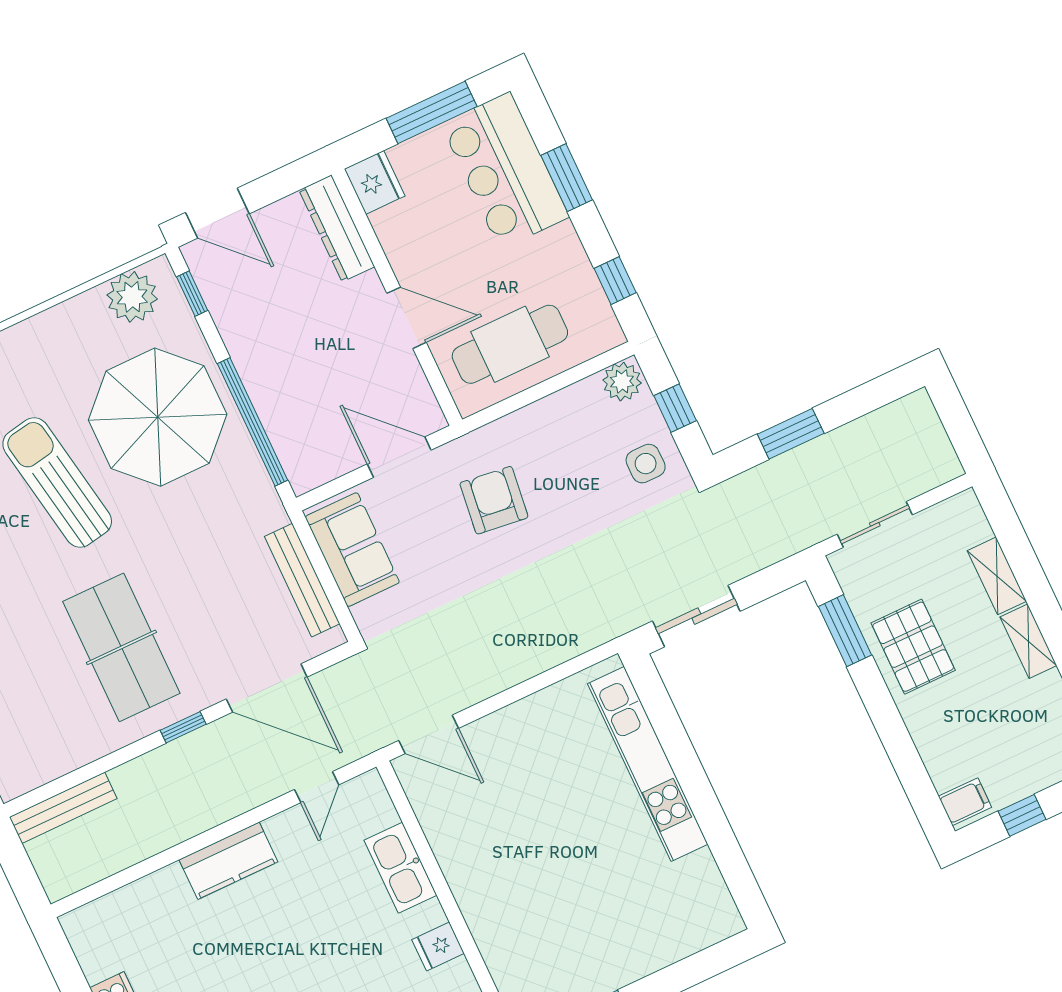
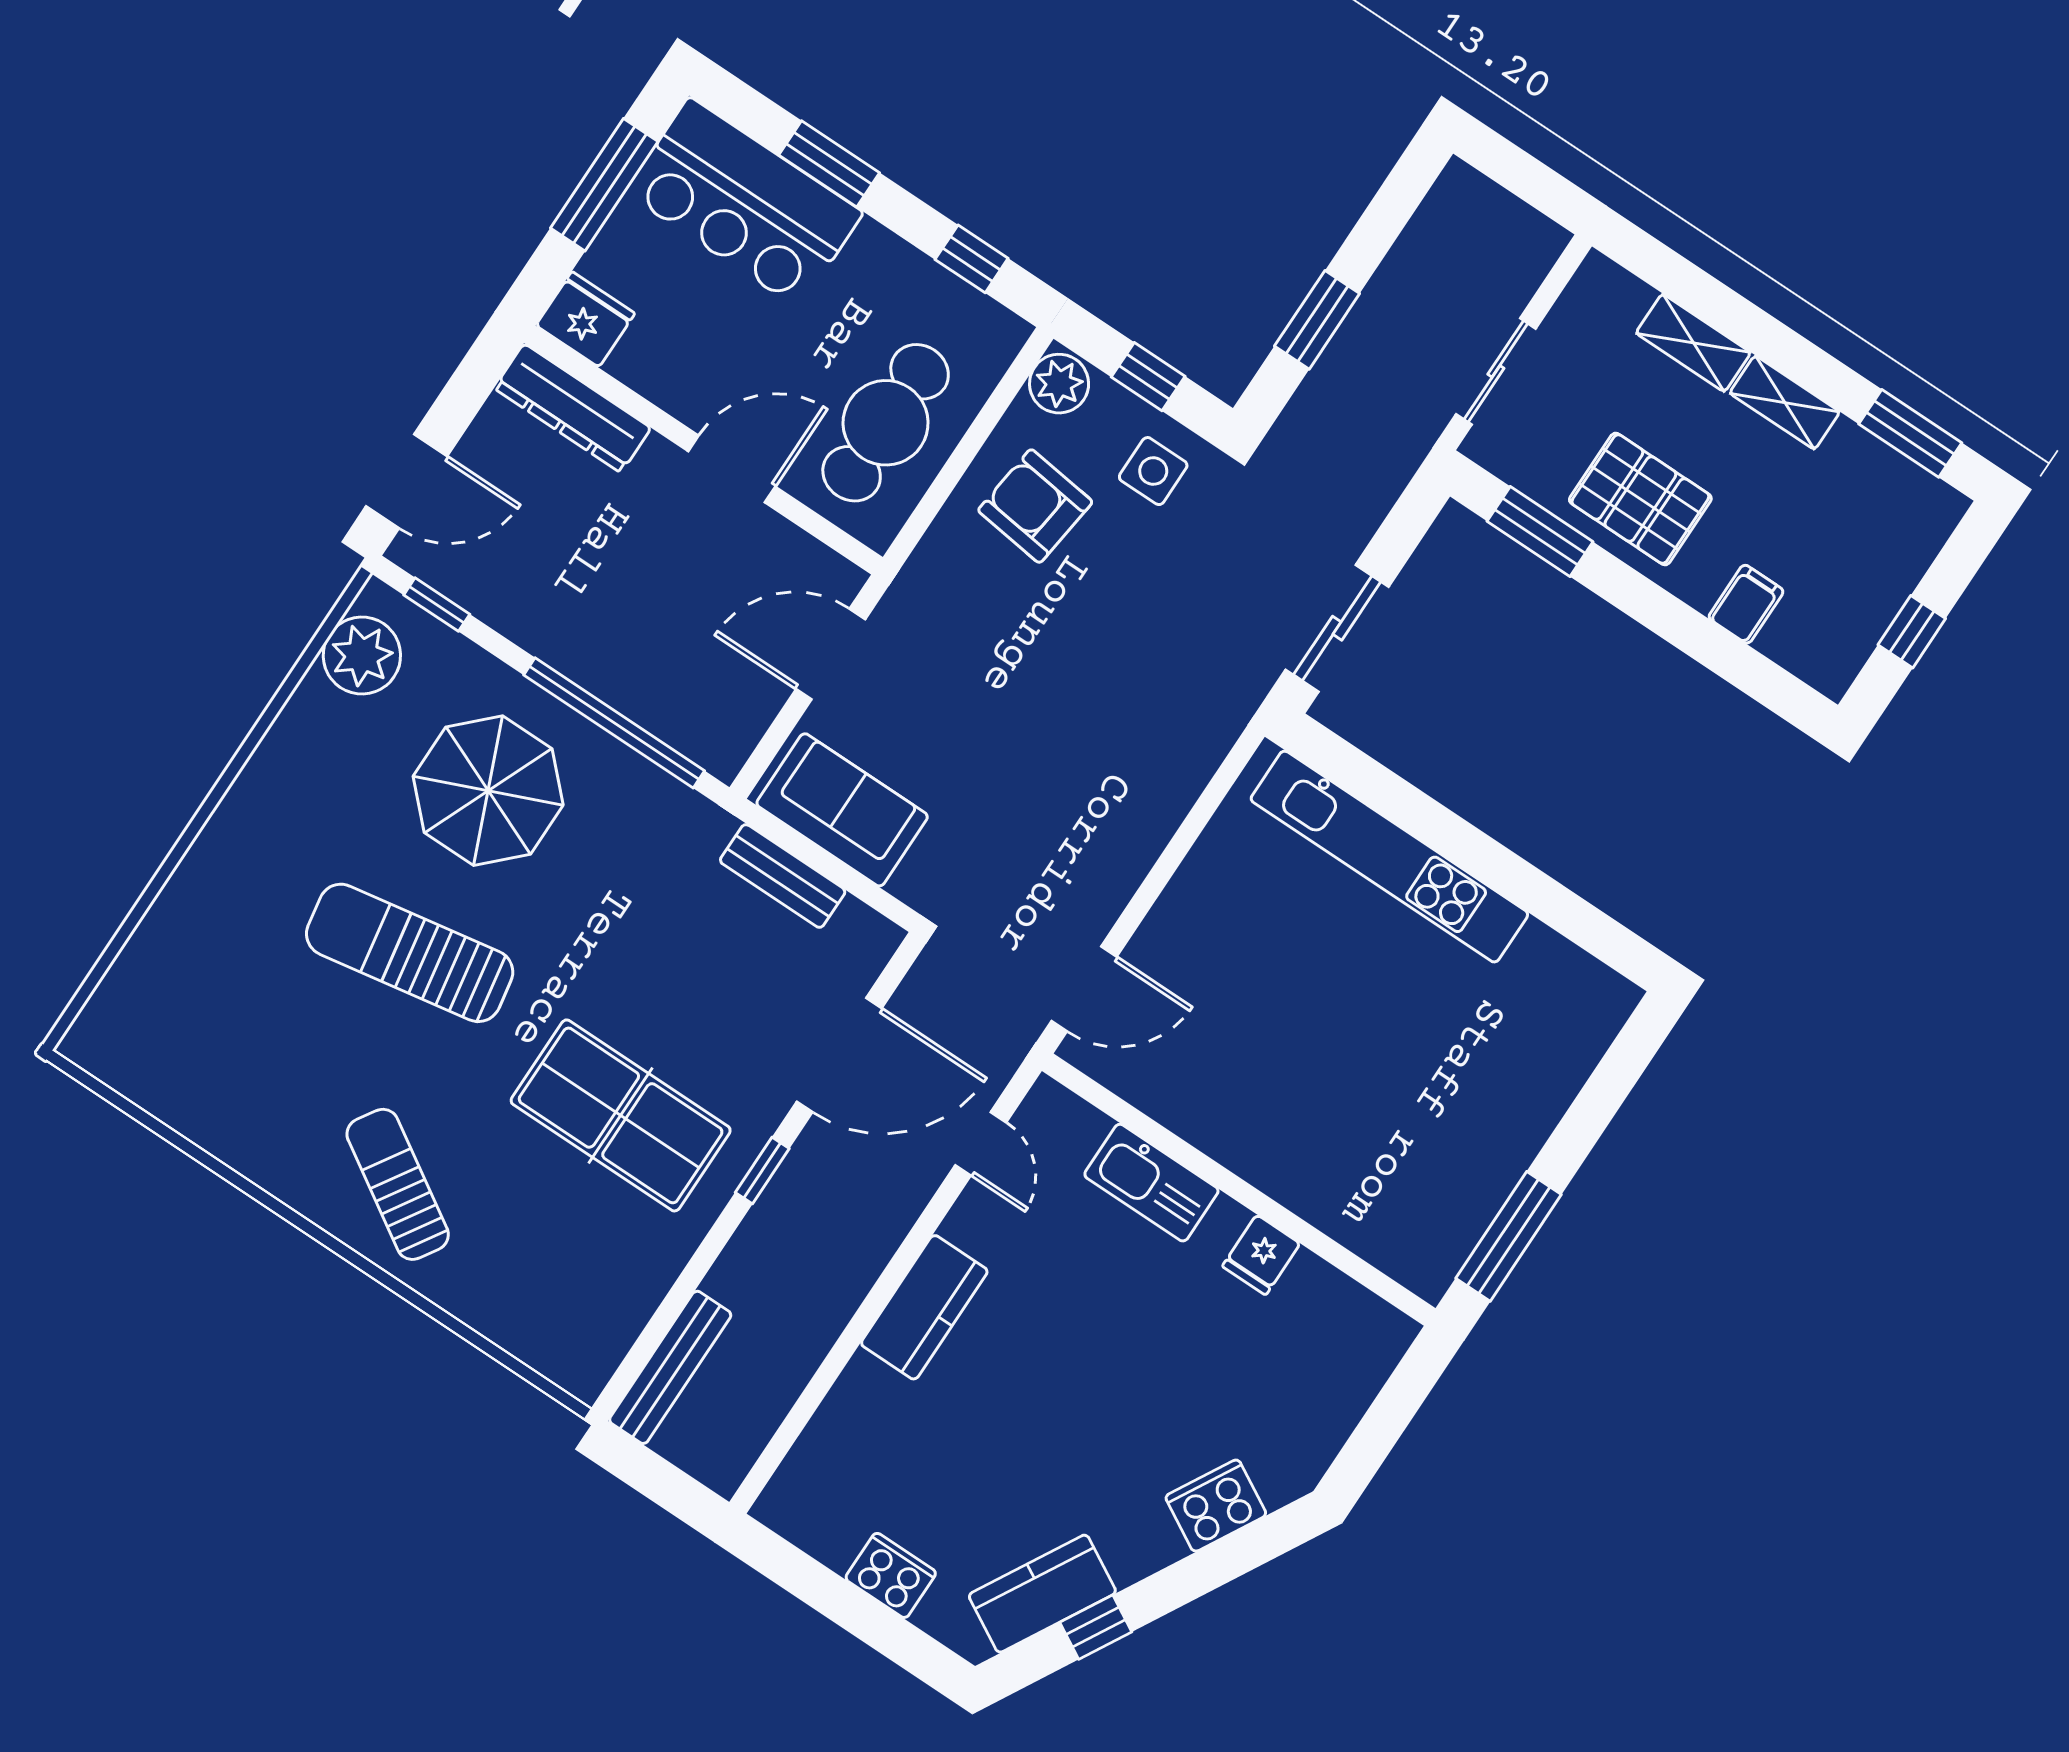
parasol: (158, 417) -> (488, 791), width x0.73, depth x0.73
armchair: (494, 500) -> (1035, 506), moved
bench: (302, 580) -> (783, 876), width x0.73
filing cabinet: (965, 802) -> (1746, 604), moved

